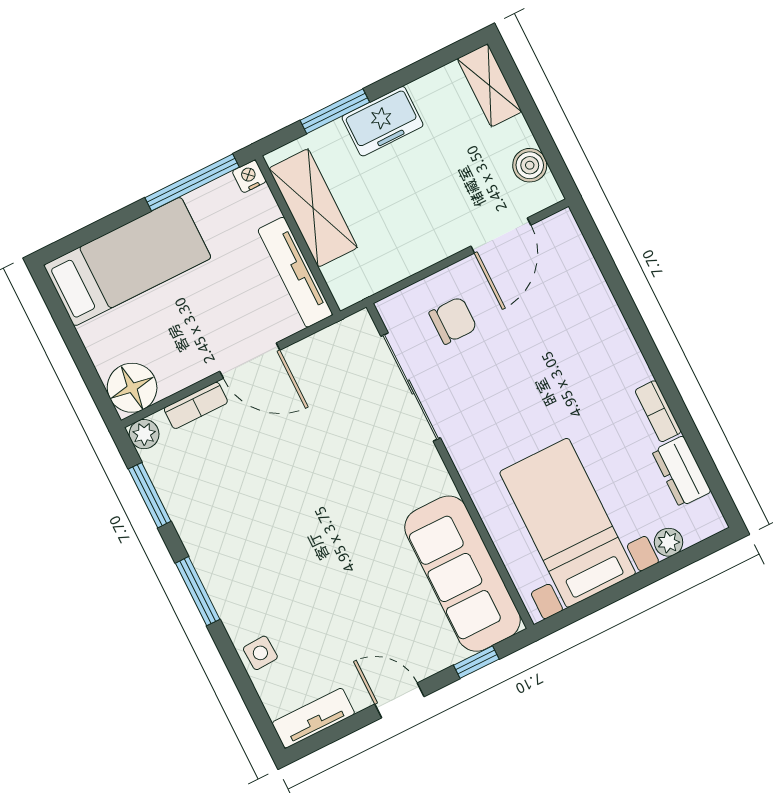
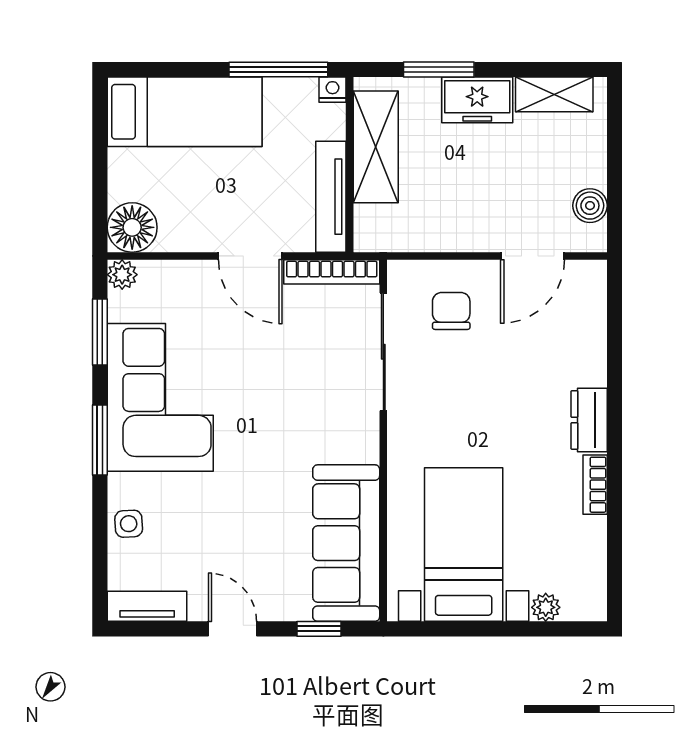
shelving: (490, 85) -> (554, 94), moved, turned 90
chair: (453, 320) -> (451, 311), turned -90
bookcase: (196, 405) -> (332, 272), moved, width x1.56
dresser: (681, 471) -> (589, 420), moved
corner sofa: (232, 526) -> (160, 397), added

